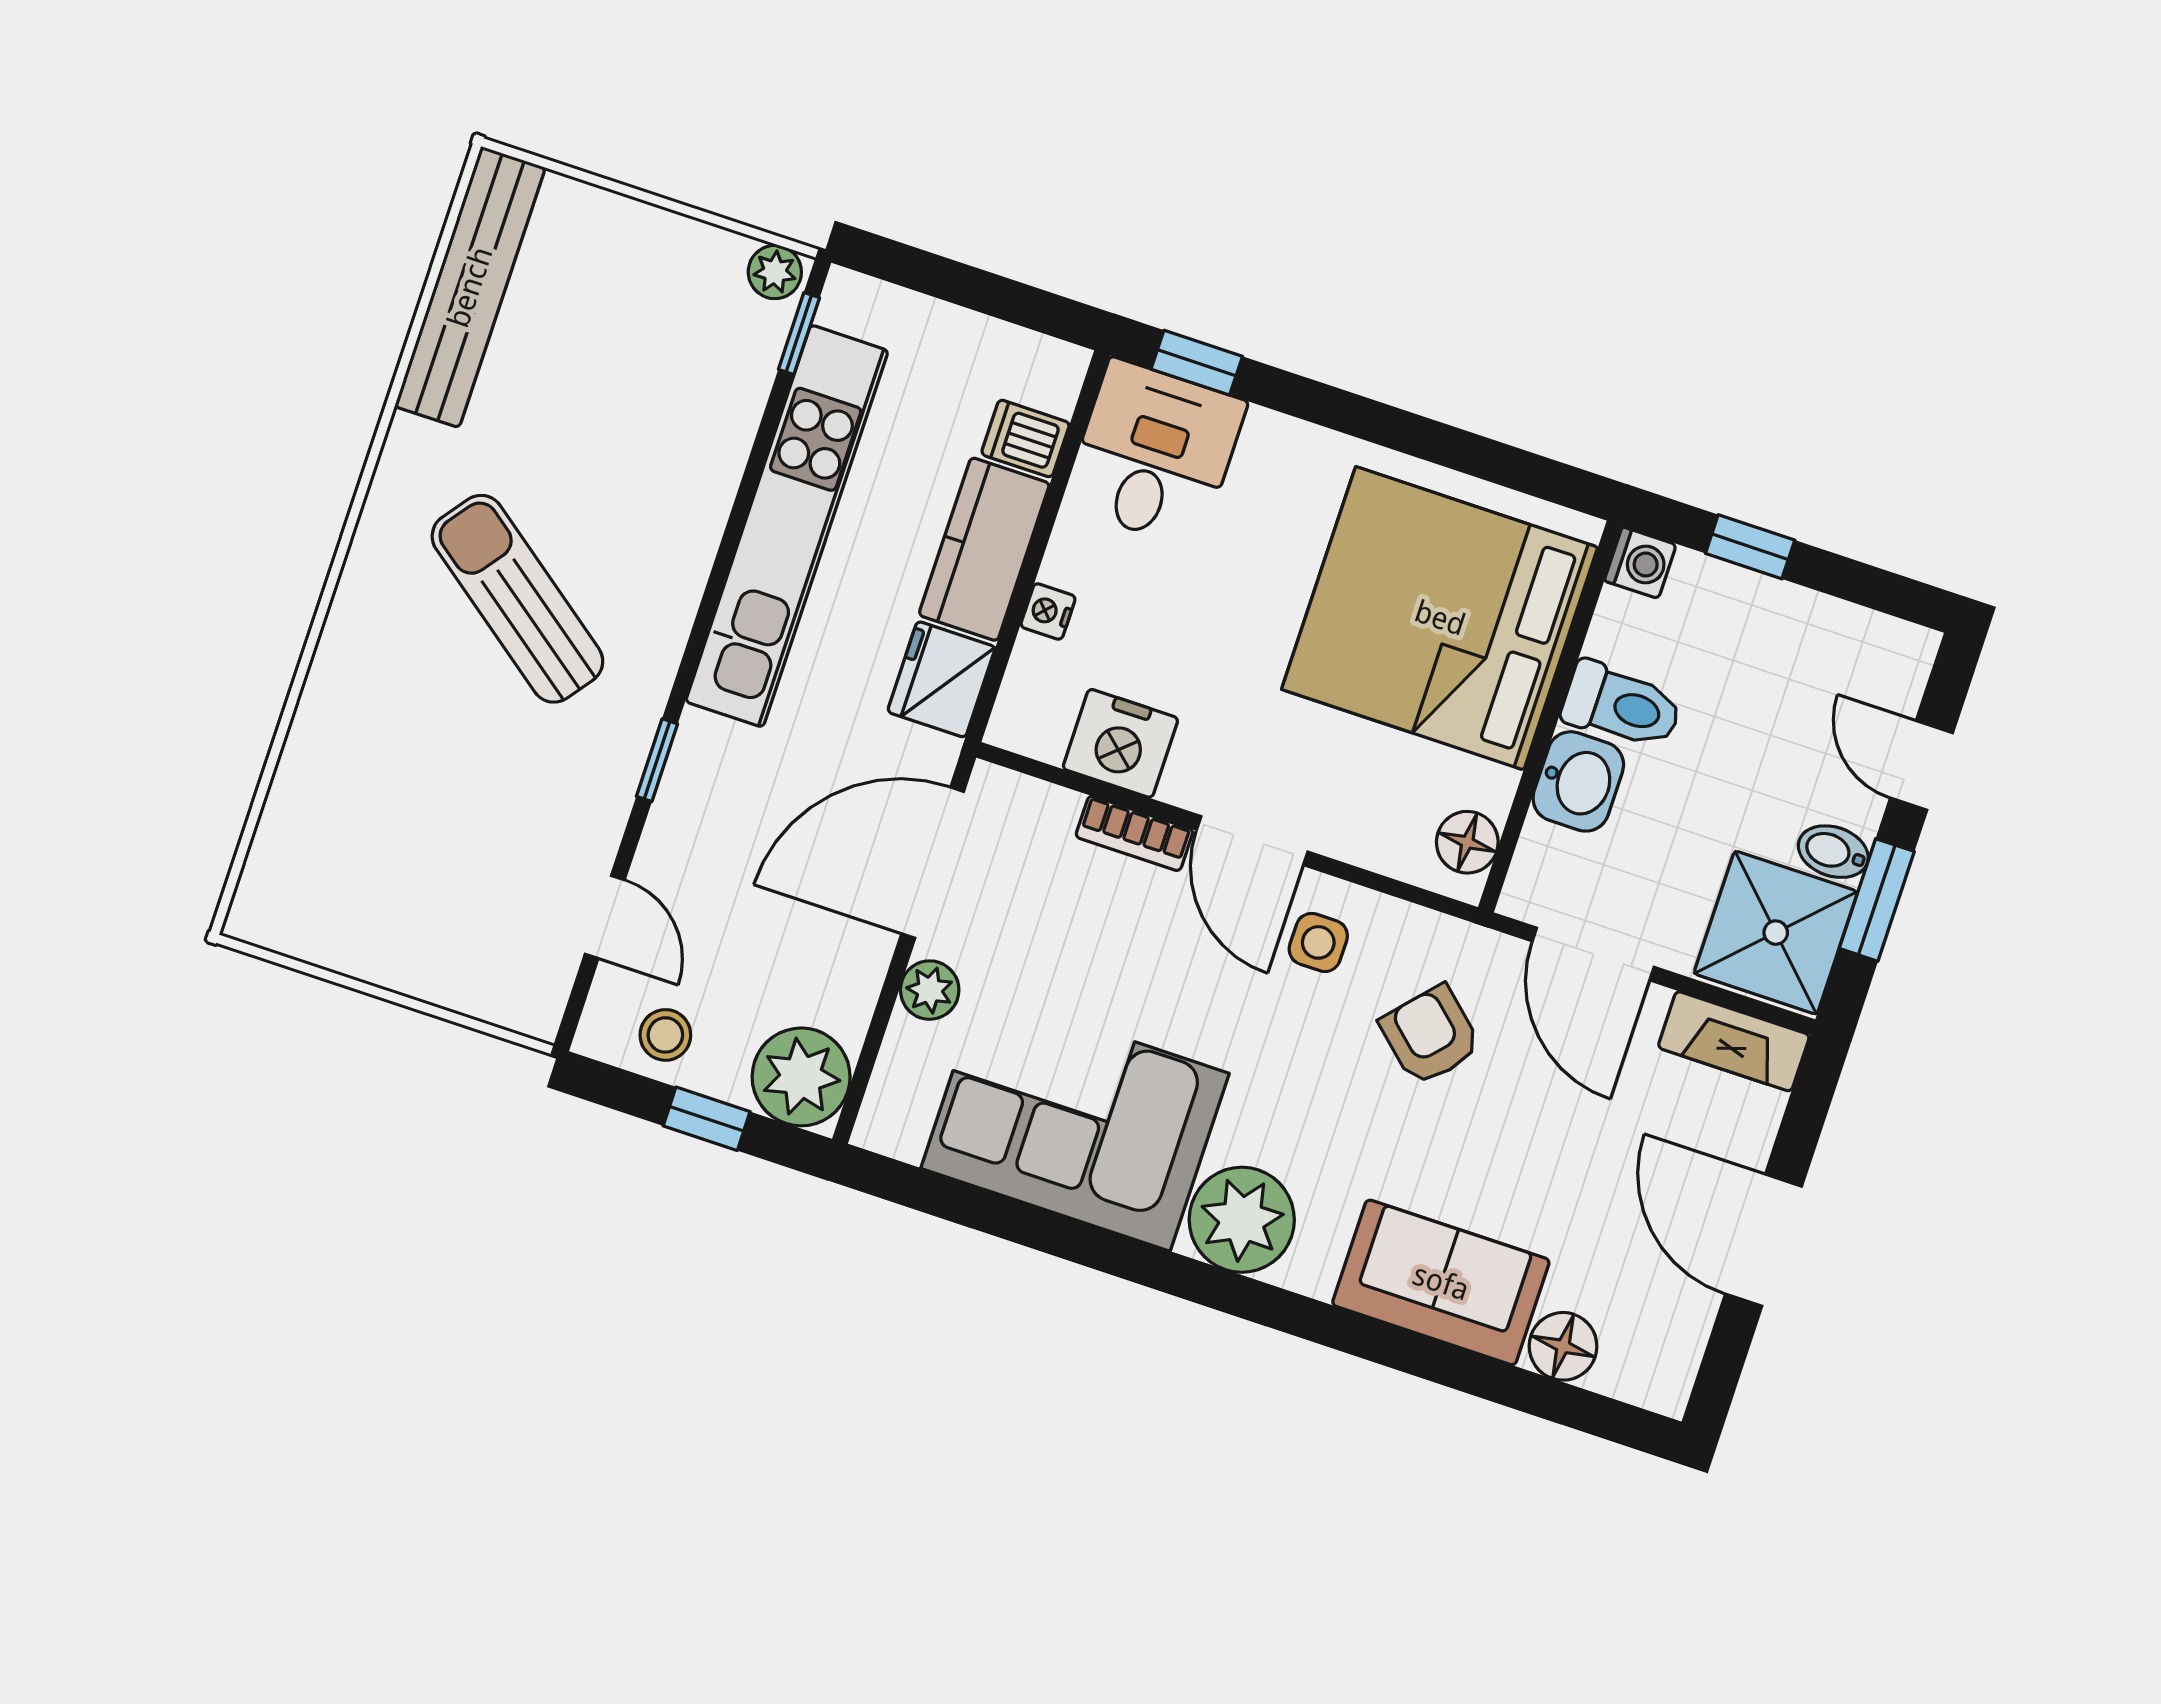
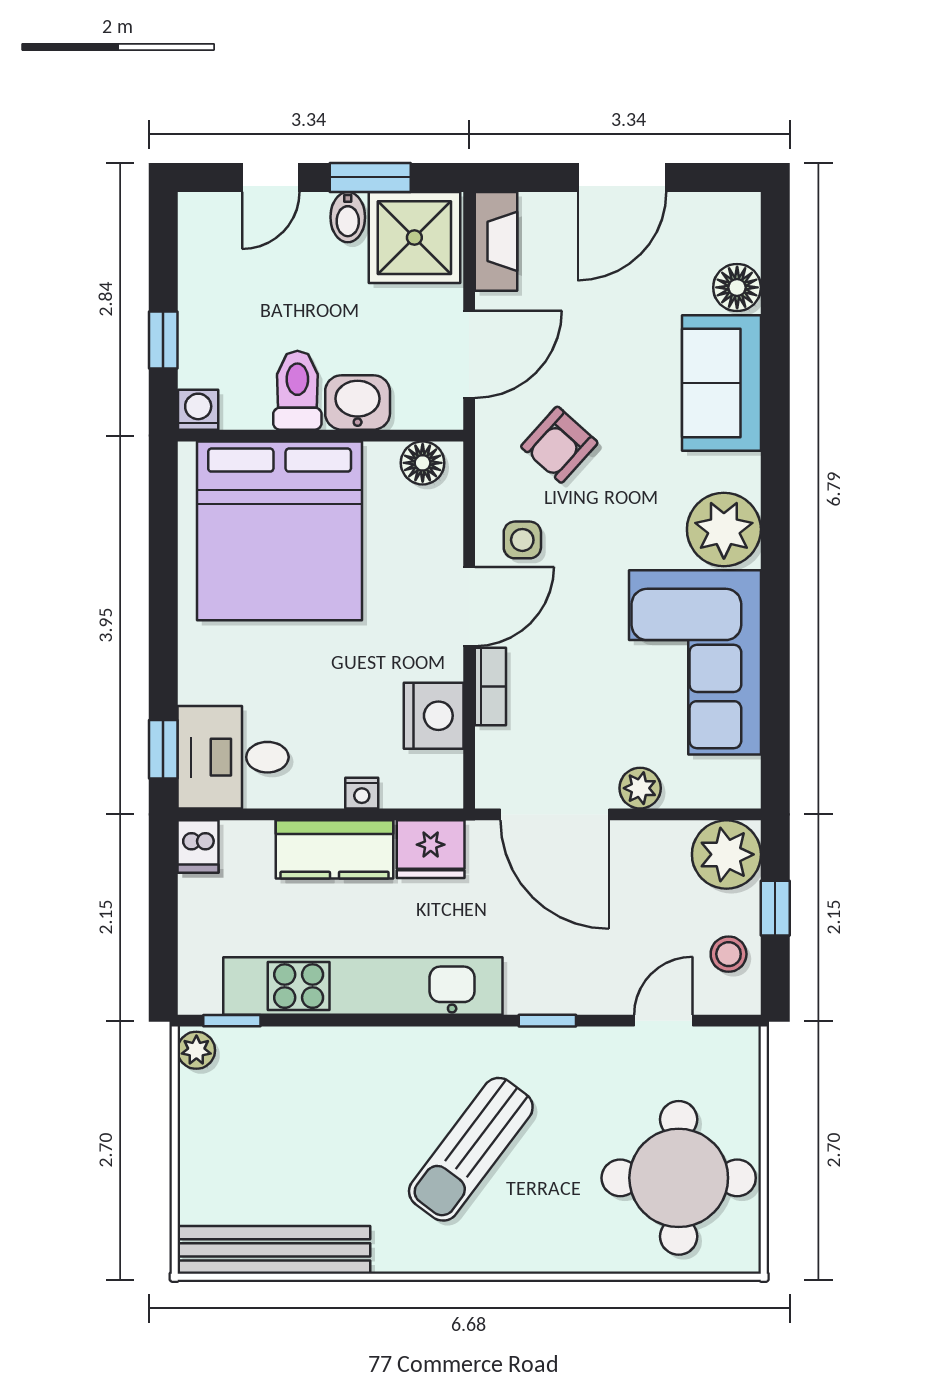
dishwasher: (1025, 439) -> (198, 847), moved
round table: (385, 867) -> (679, 1178), added

